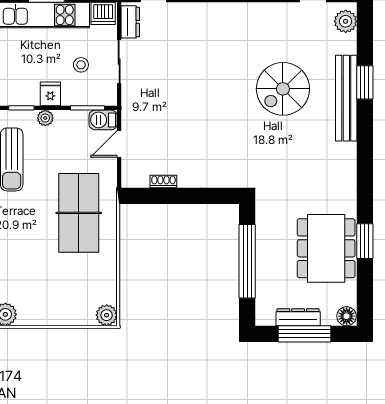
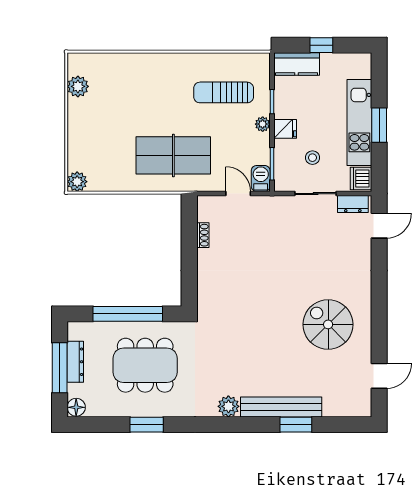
plant: (346, 21) -> (228, 406), moved
spiral stairs: (283, 89) -> (328, 324), moved
dining table: (326, 248) -> (145, 365), moved

